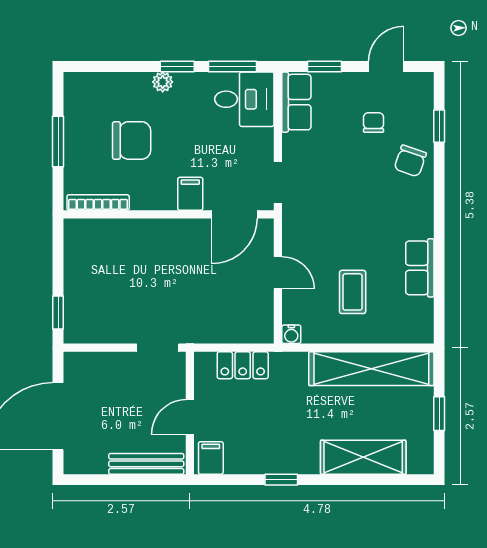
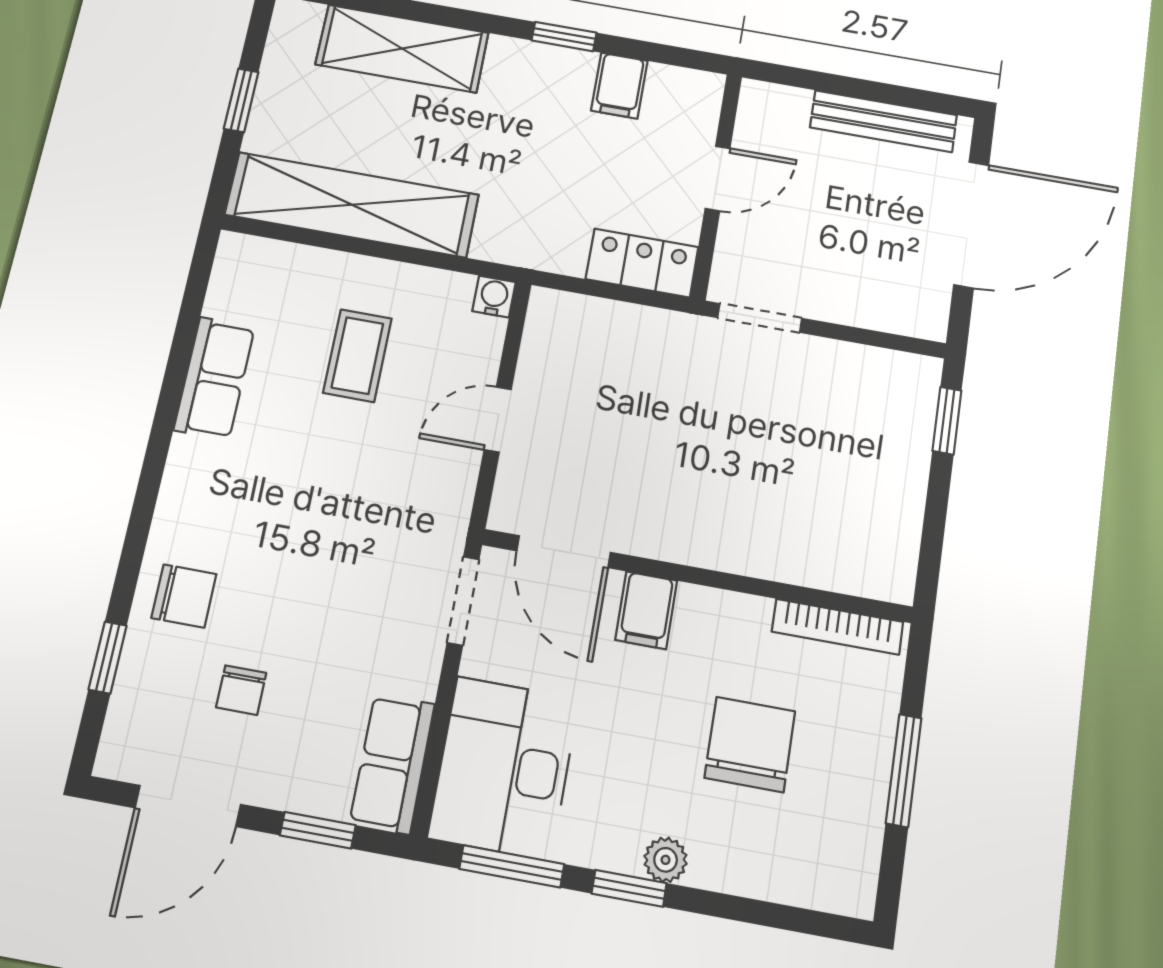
door: (386, 66) -> (188, 806), width x1.38
desk: (244, 99) -> (504, 768), width x1.37
chair: (132, 140) -> (750, 744), turned 90
chair: (410, 161) -> (184, 596), turned 71
door: (234, 214) -> (564, 552), swing flipped
door: (278, 273) -> (498, 419), hinge flipped
locker: (243, 365) -> (642, 263), moved
filing cabinet: (211, 458) -> (619, 86), moved
bench: (146, 464) -> (883, 121), moved

